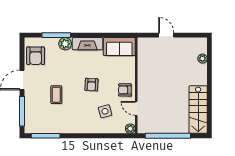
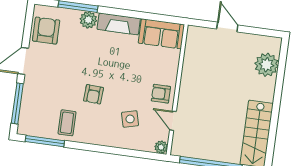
armchair: (36, 56) -> (46, 31), turned 180
plant: (202, 59) -> (267, 65), width x1.88, depth x1.88
armchair: (91, 85) -> (93, 94), moved
coffee table: (56, 95) -> (67, 123), moved

